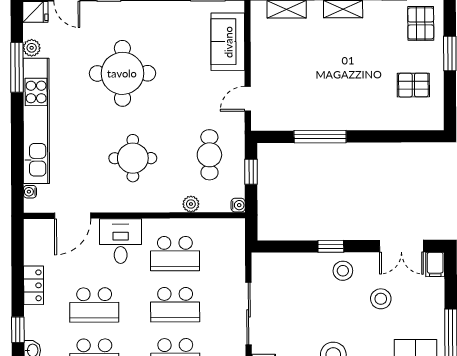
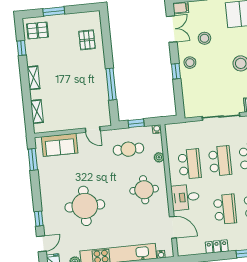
pallet: (413, 85) -> (87, 40), moved
round table: (133, 158) -> (144, 190), moved

